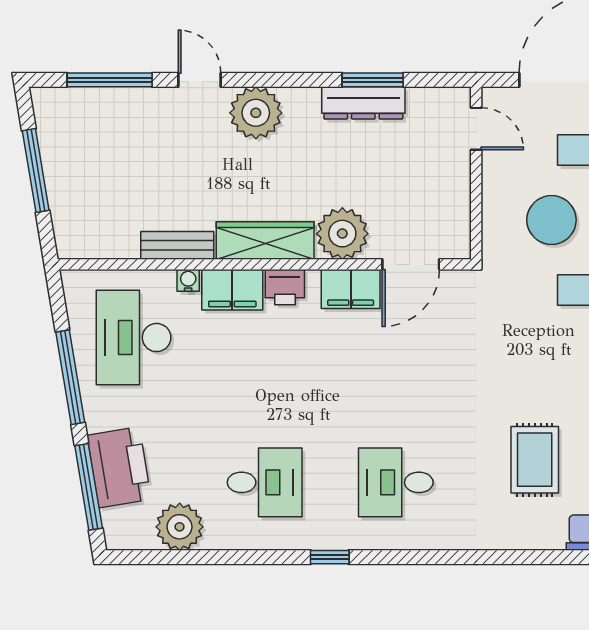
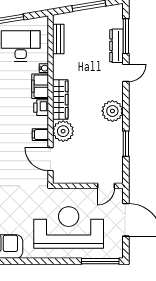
dresser: (363, 103) -> (116, 46), moved
plant: (256, 113) -> (112, 111), moved
bench: (177, 245) -> (58, 39), moved
filing cabinet: (351, 289) -> (40, 135), width x0.50

